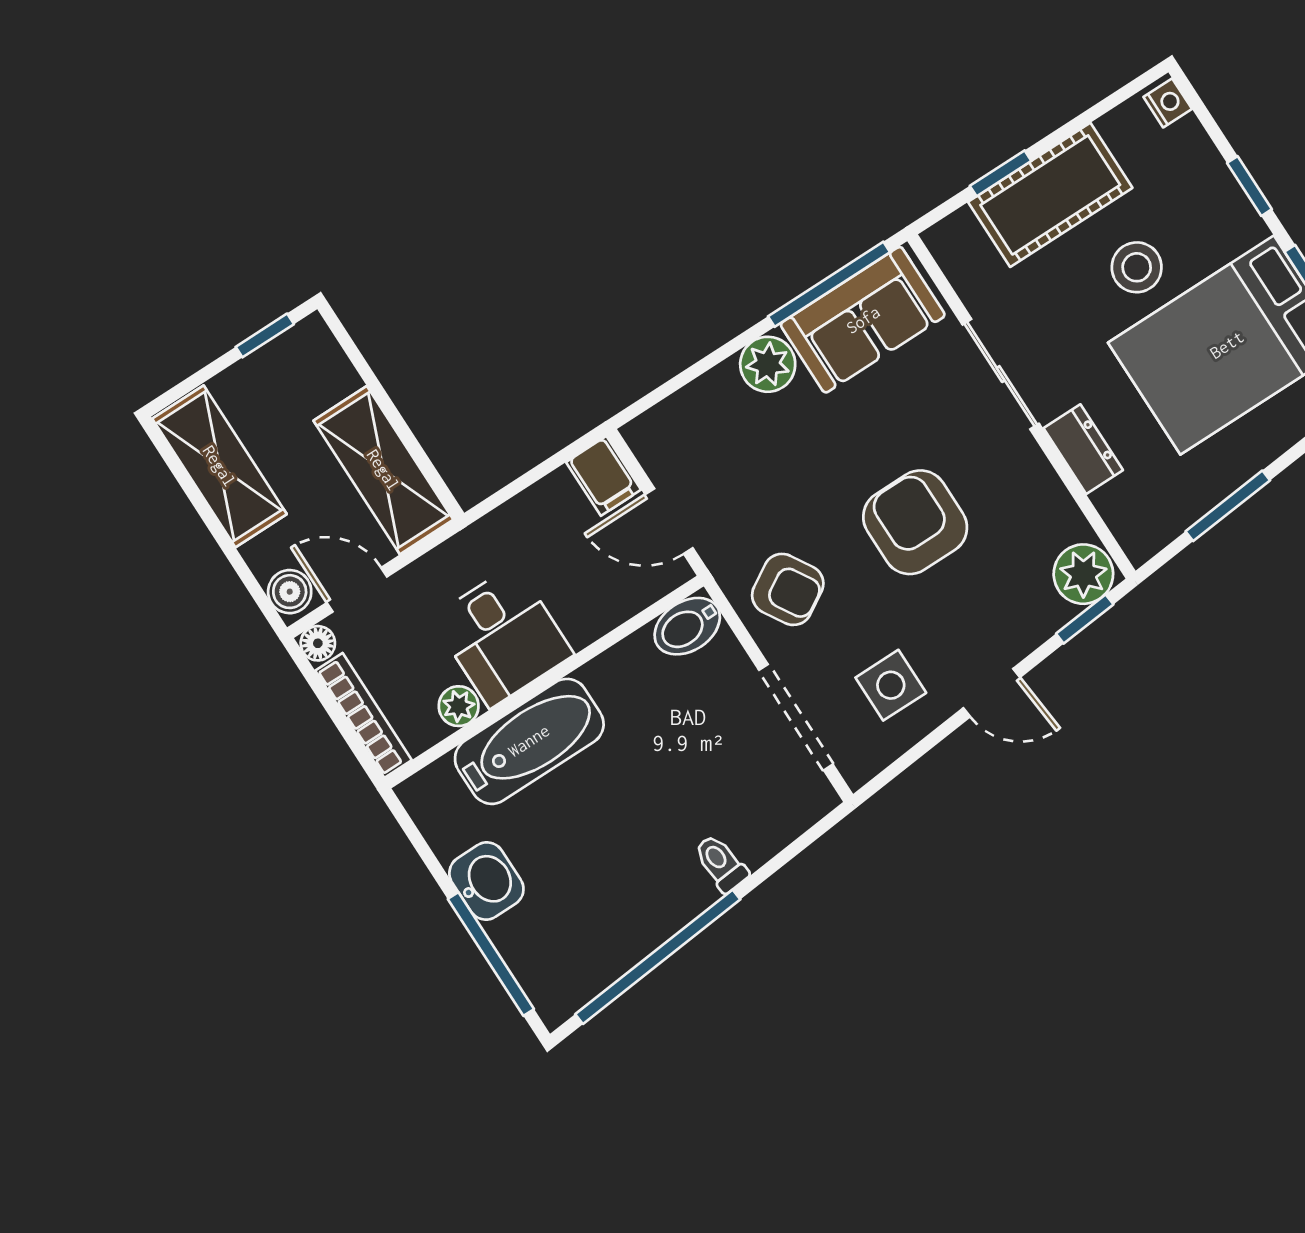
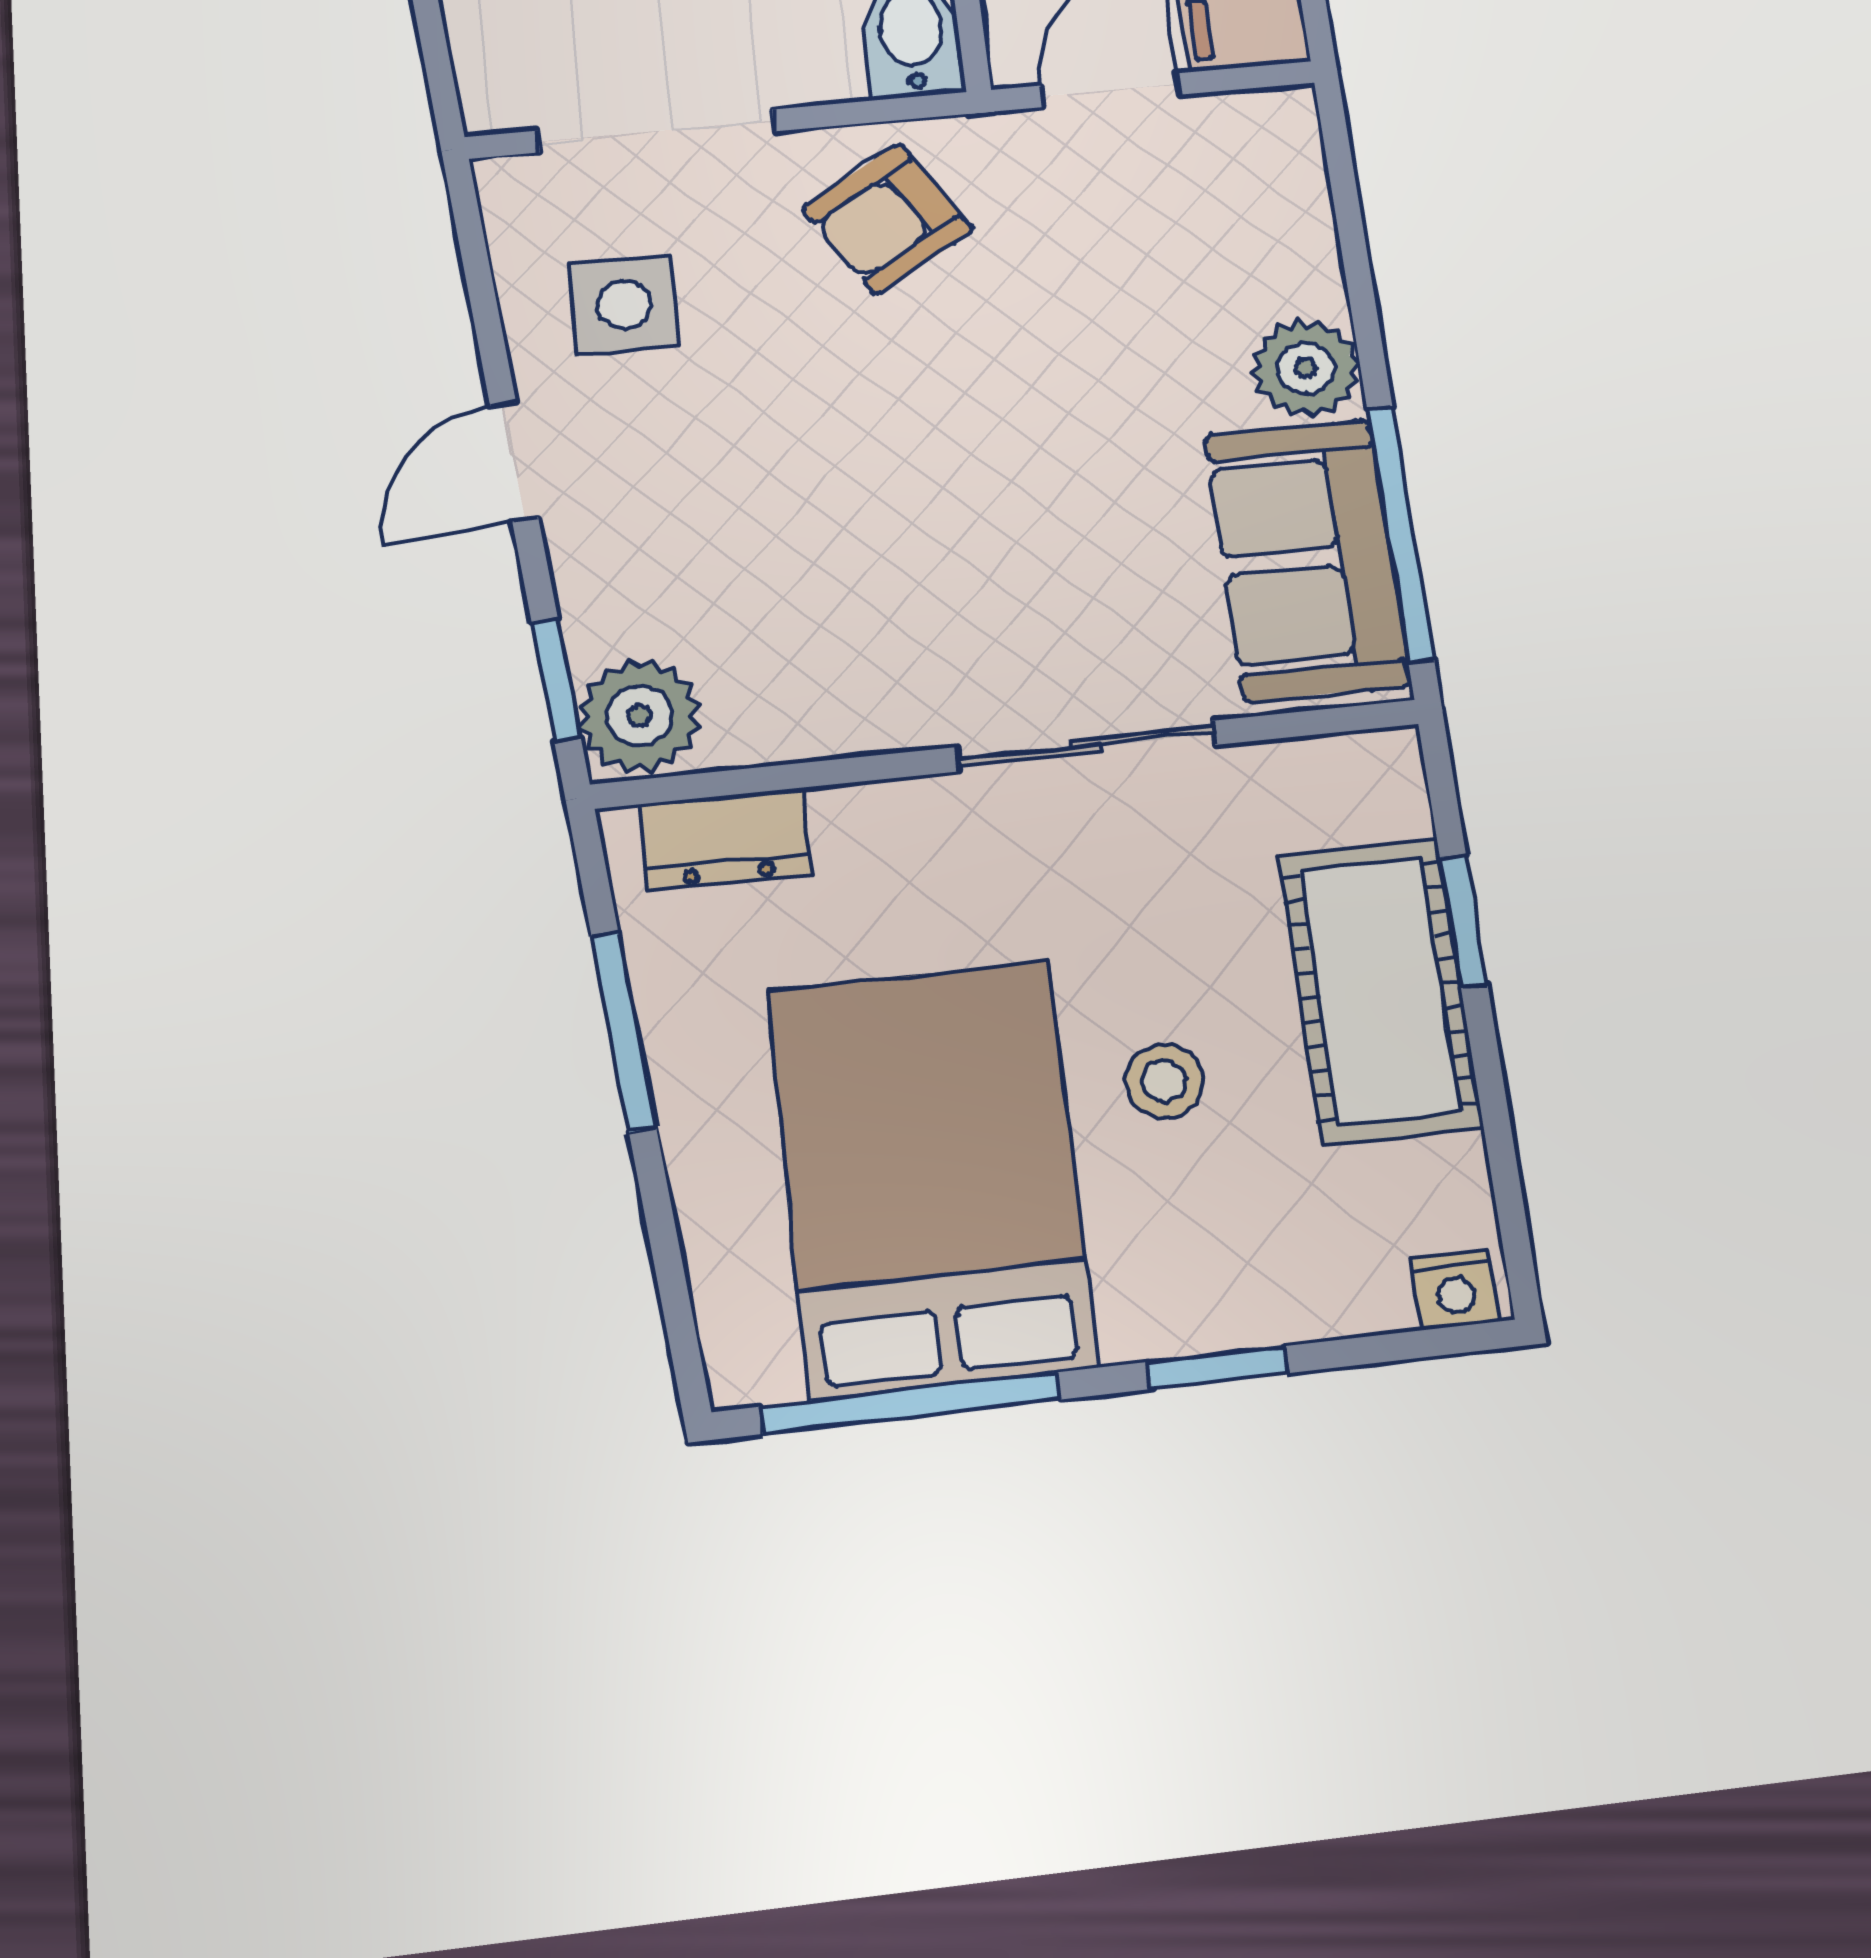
stool: (1137, 267) -> (1164, 1081), width x0.73, depth x0.73
dresser: (1083, 449) -> (725, 839), moved
armchair: (915, 522) -> (892, 477), removed

